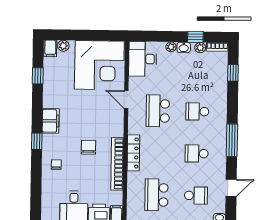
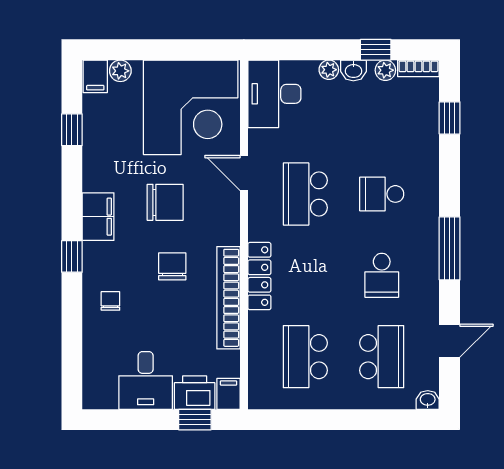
chair: (85, 114) -> (165, 202), added
school desk: (197, 153) -> (382, 275), turned -90
school desk: (196, 196) -> (382, 357), width x1.85

